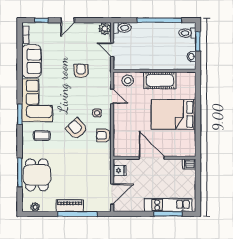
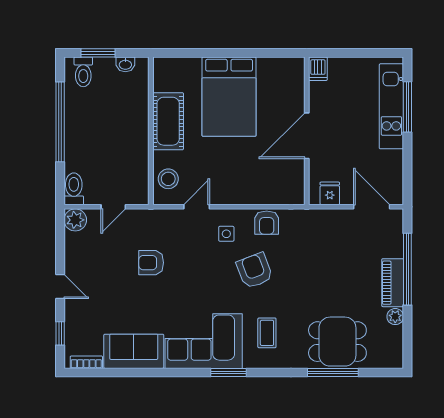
armchair: (77, 129) -> (255, 271), turned 112
plant: (35, 207) -> (395, 317), moved

